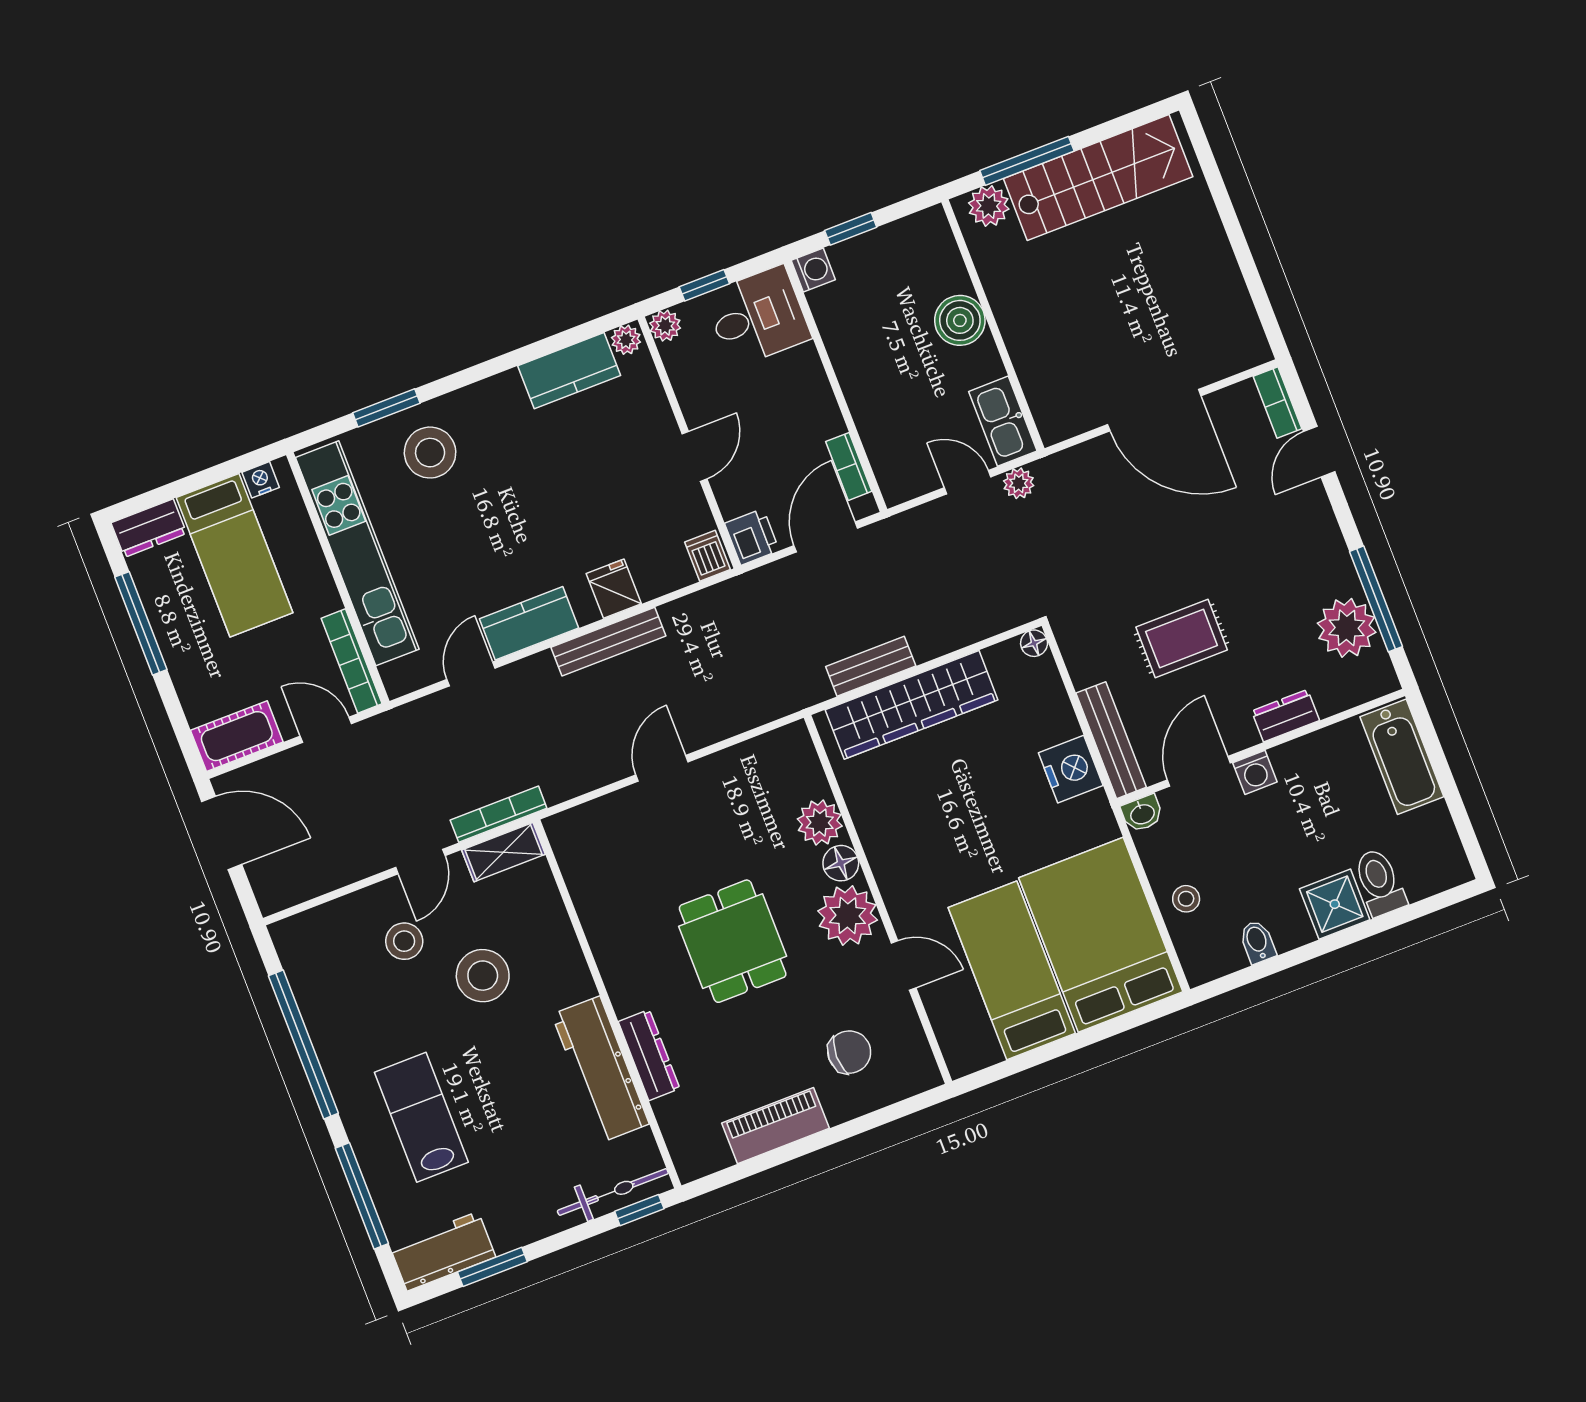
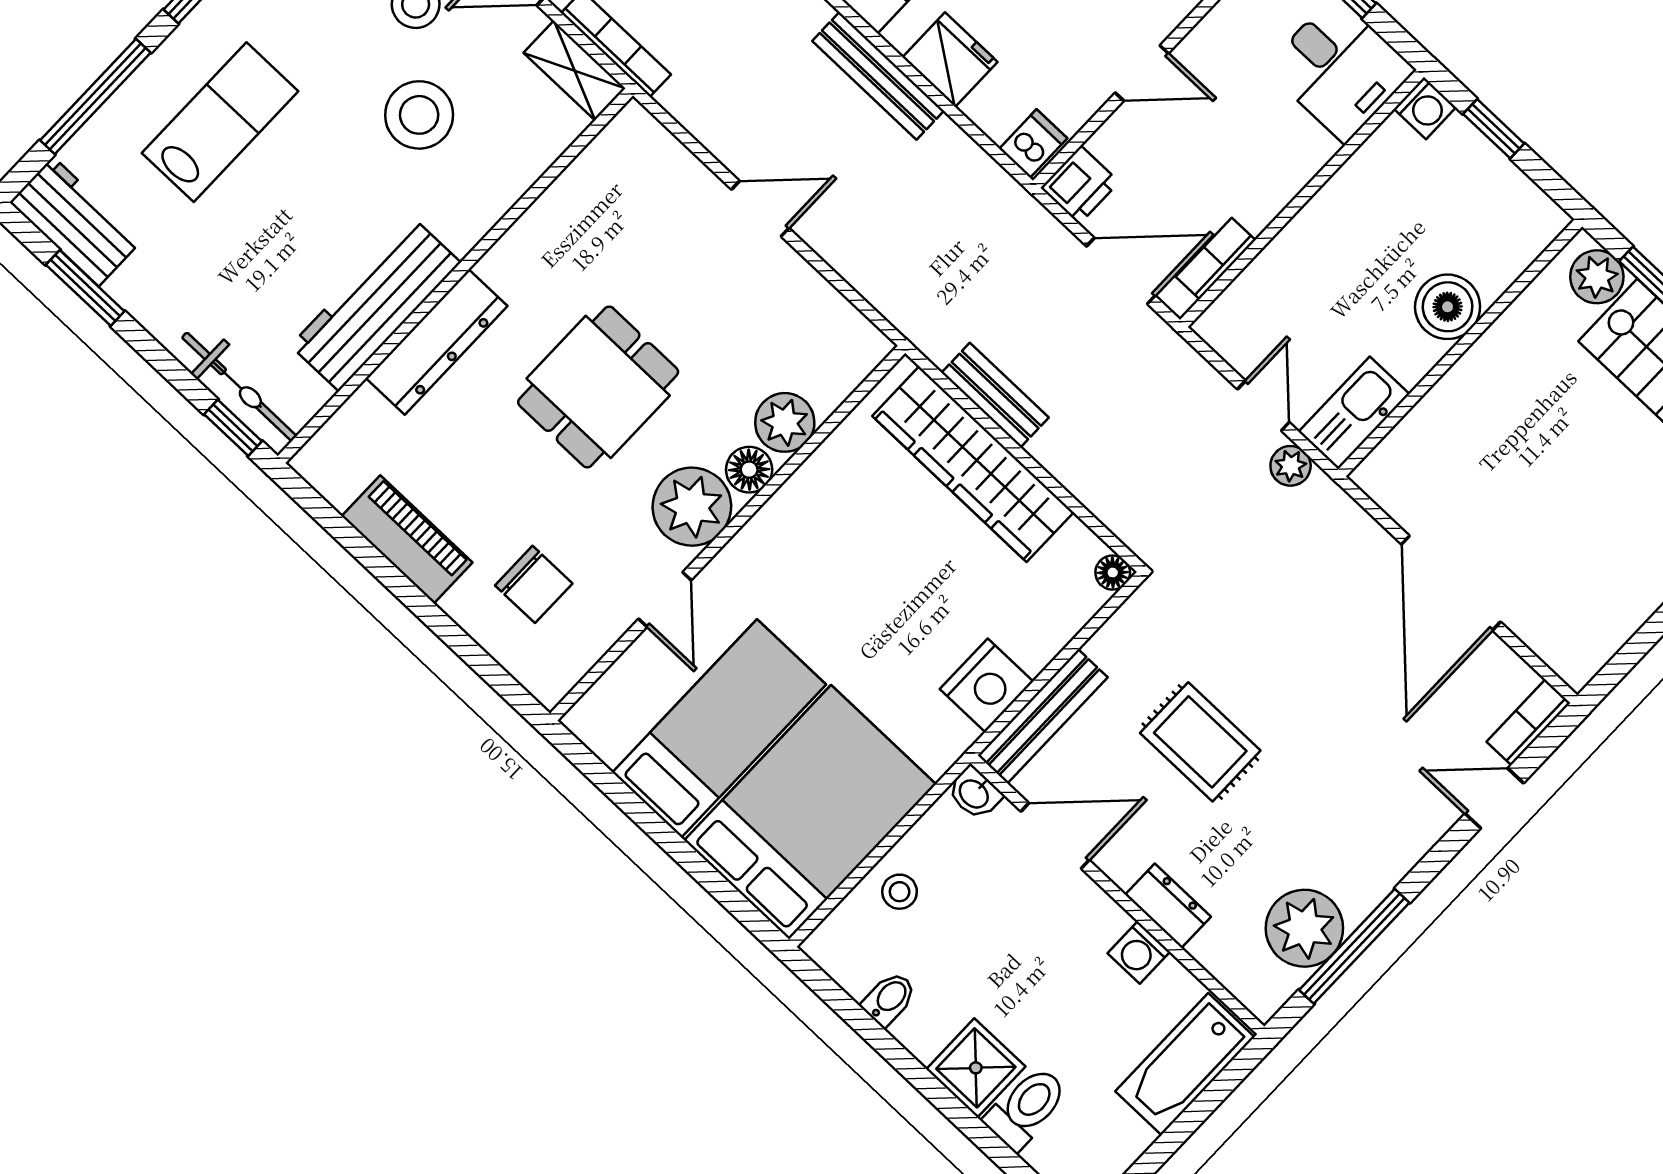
fridge: (614, 589) -> (950, 60), width x1.38
washing machine: (1255, 772) -> (1139, 952), moved
dresser: (649, 1055) -> (437, 342), width x1.37, depth x1.24

